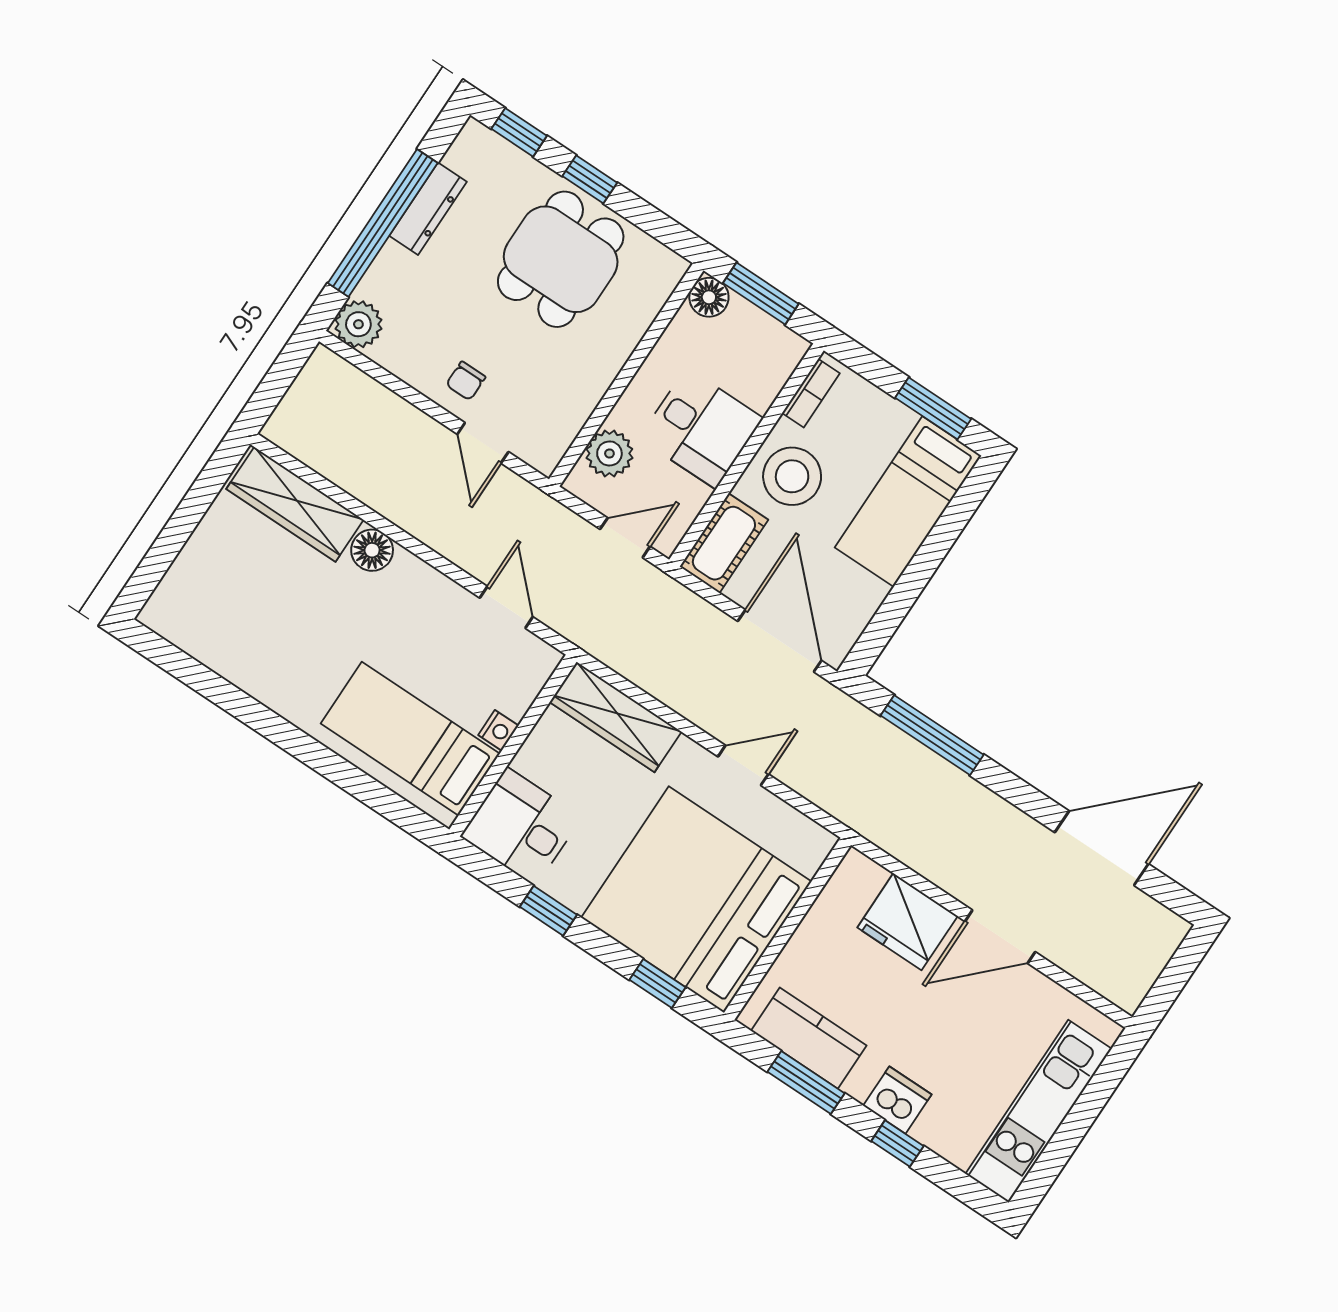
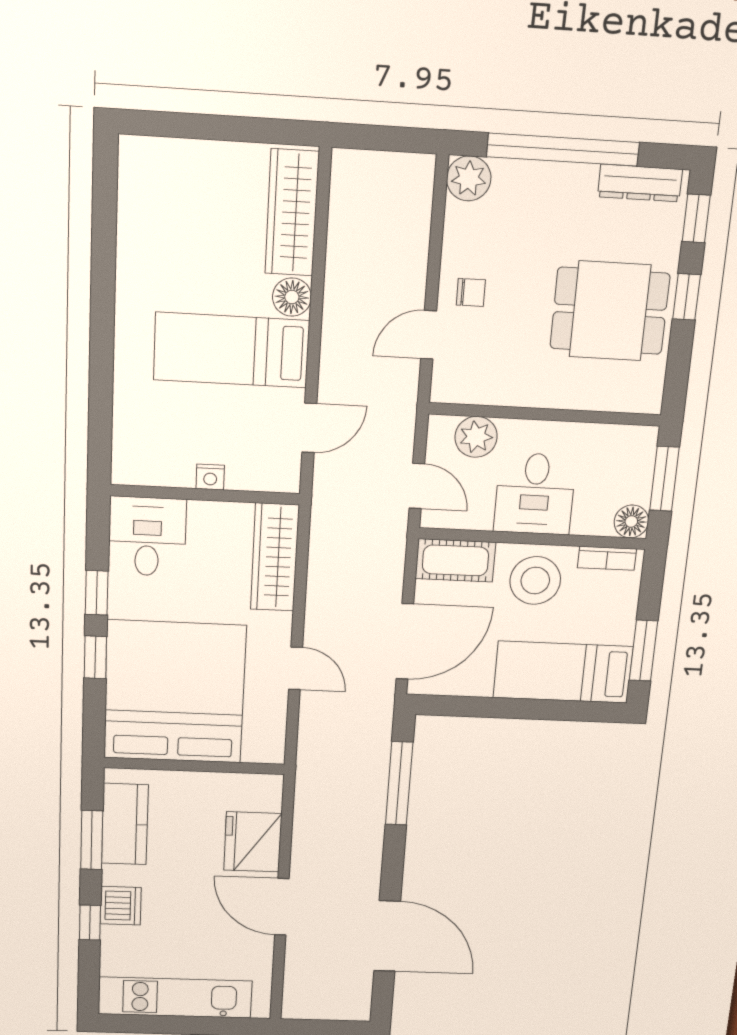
dresser: (428, 209) -> (640, 183), moved
floor lamp: (709, 297) -> (631, 521), moved
chair: (466, 381) -> (471, 292), turned 180
bed: (410, 739) -> (232, 350), moved, turned -90
window: (657, 983) -> (95, 657), moved

